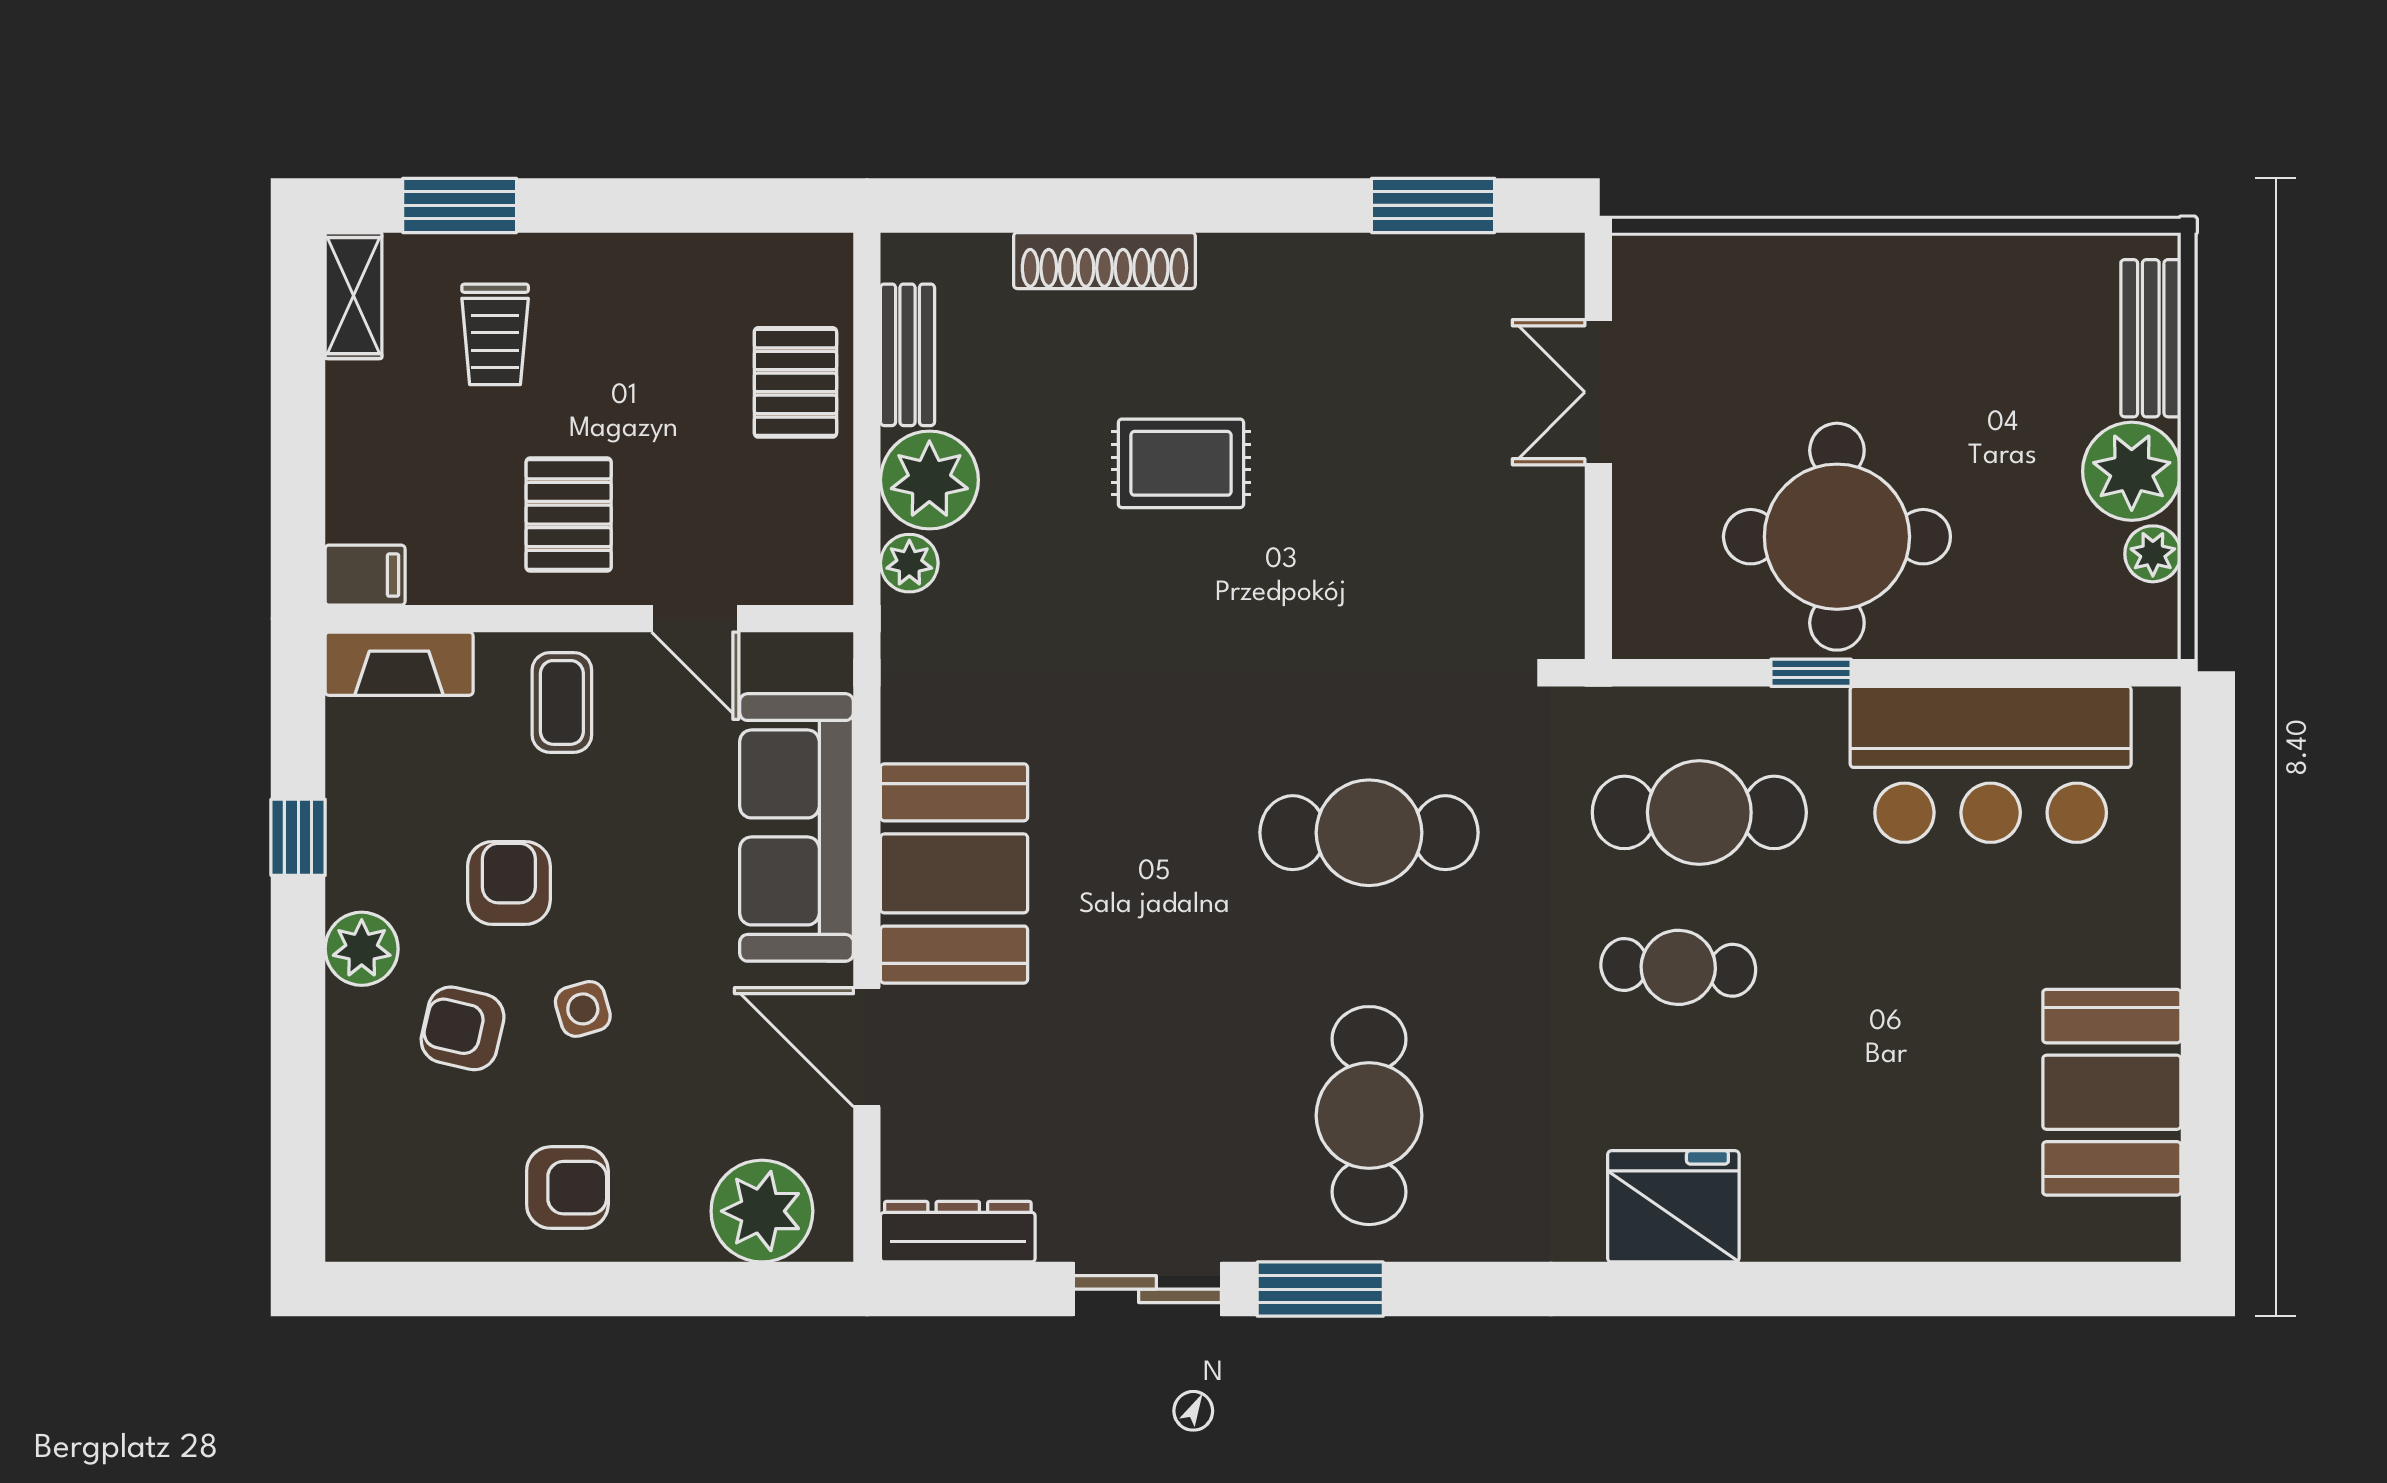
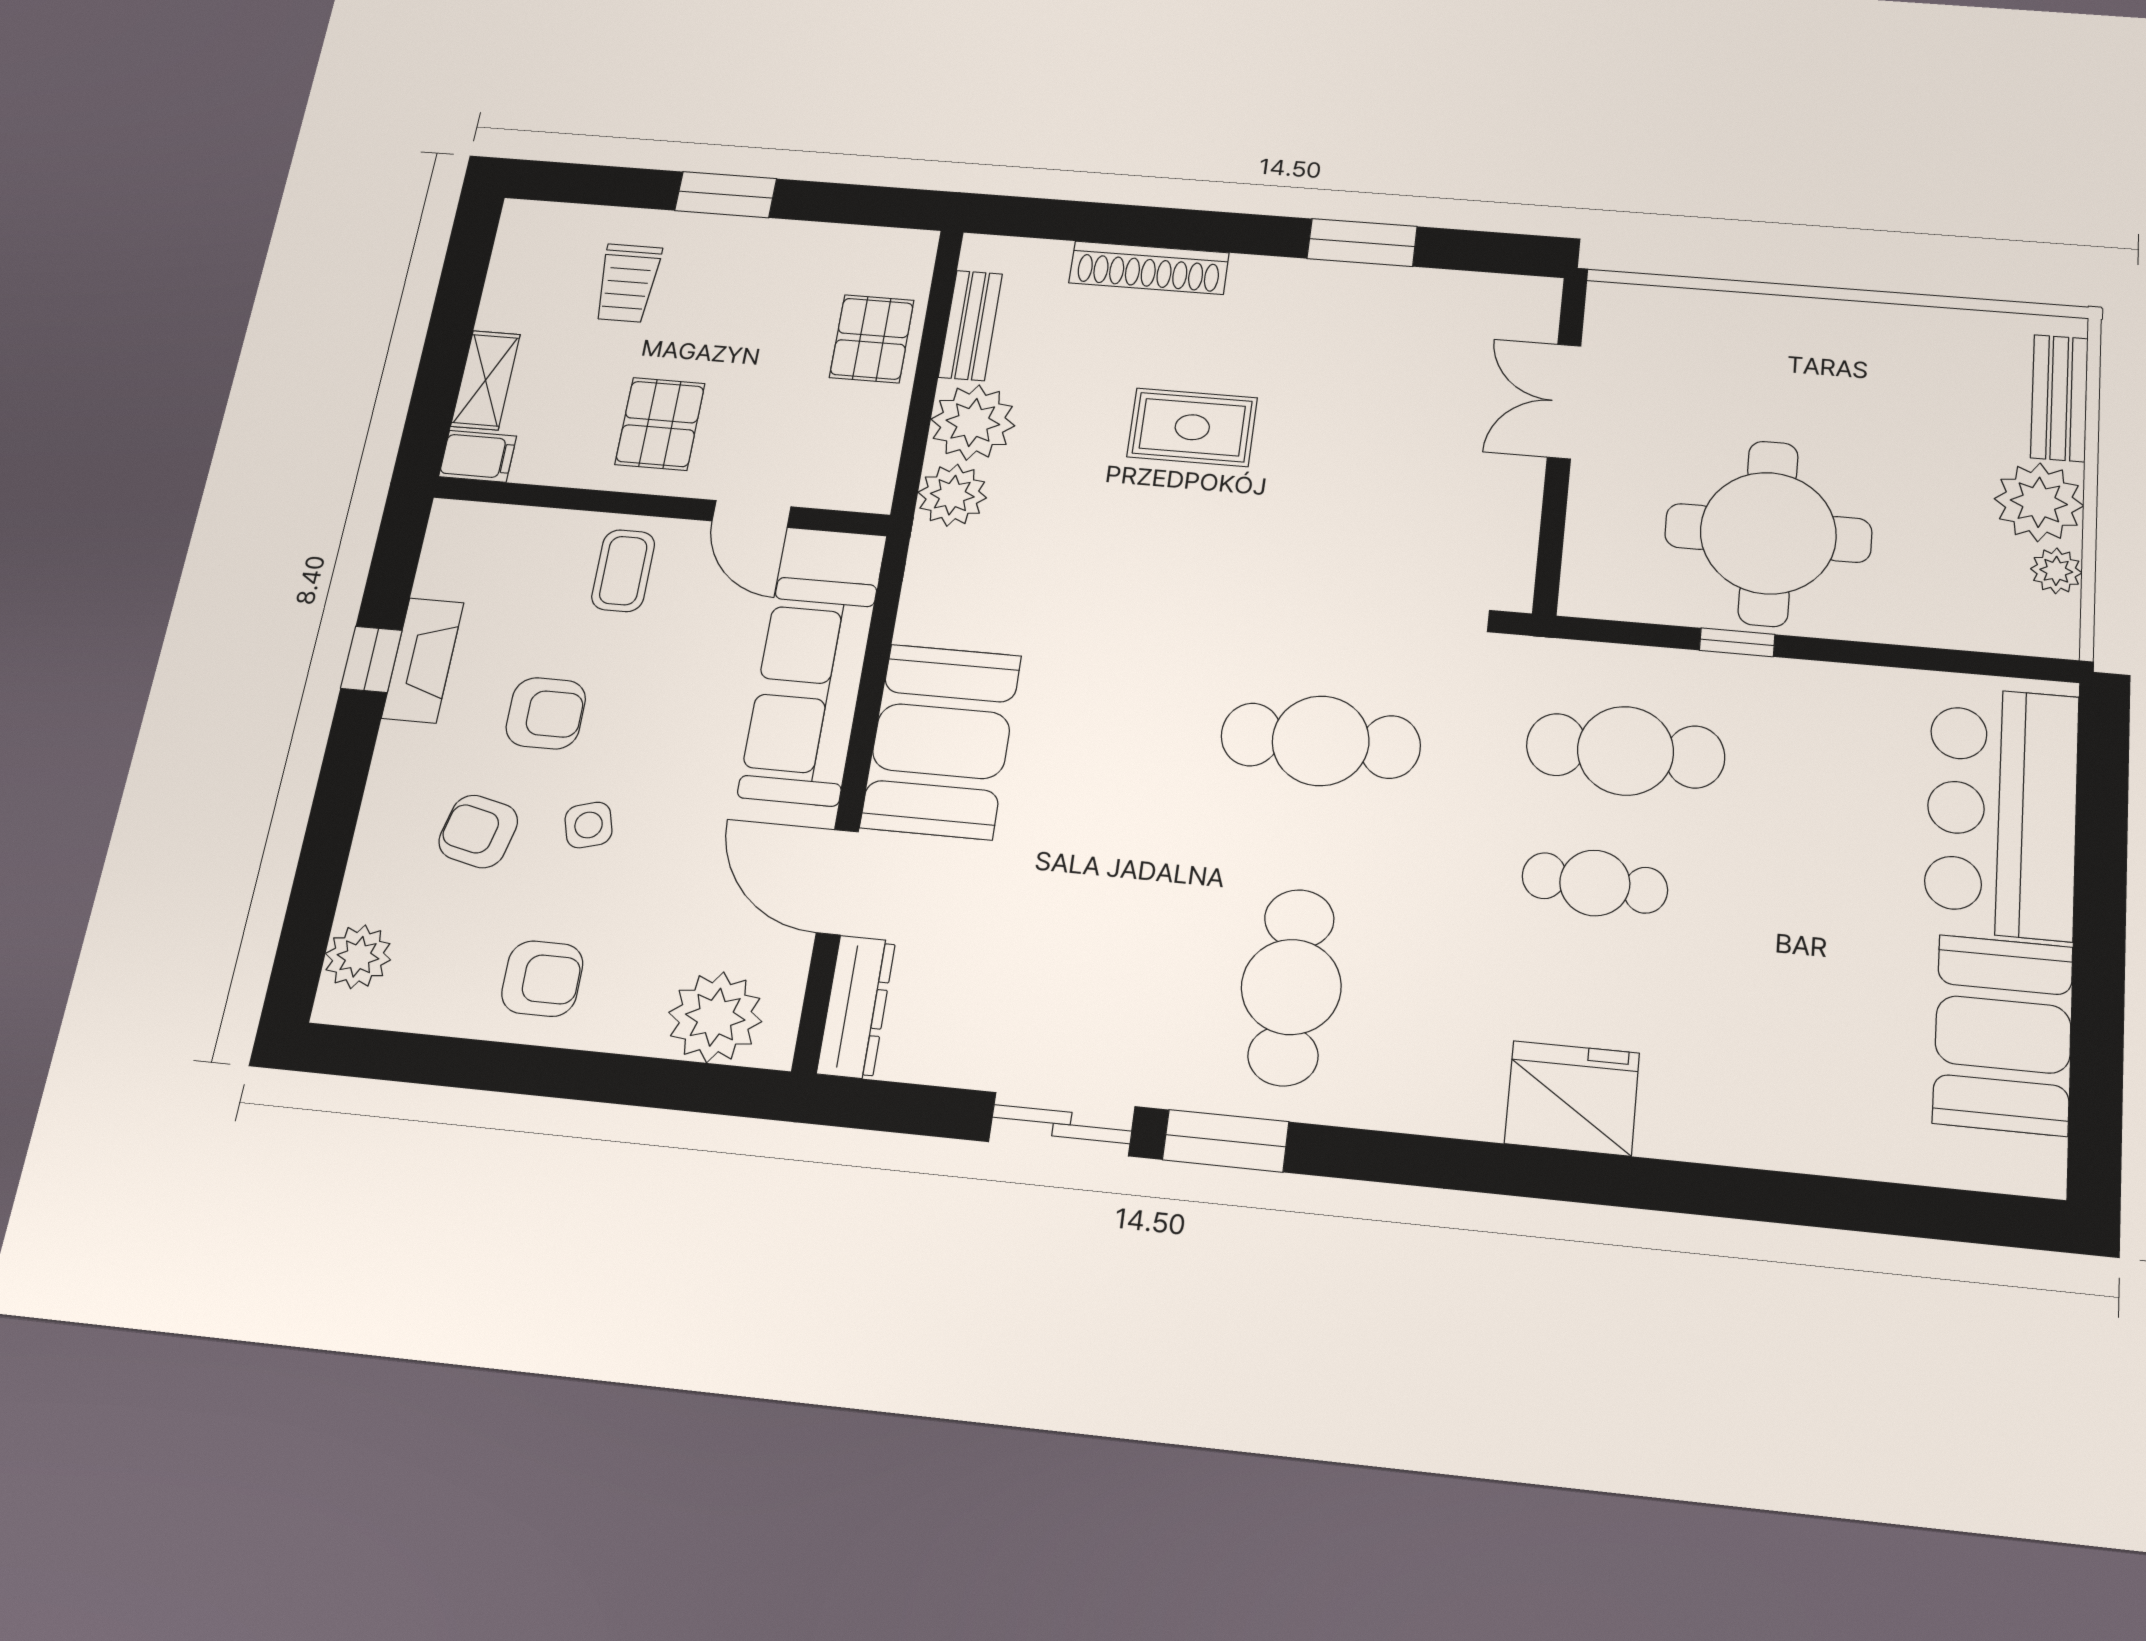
window: (460, 205) -> (726, 195), moved
window: (1433, 205) -> (1362, 243), moved
shelving: (354, 296) -> (486, 380), moved
plant: (909, 563) -> (952, 495), width x1.38, depth x1.38
fireplace: (399, 664) -> (423, 660), moved, turned -90
bar counter: (1991, 764) -> (2002, 811), moved, turned 90
armchair: (509, 883) -> (546, 713), turned 90
plant: (362, 949) -> (358, 957), moved
dresser: (958, 1232) -> (856, 1007), moved, turned 90

